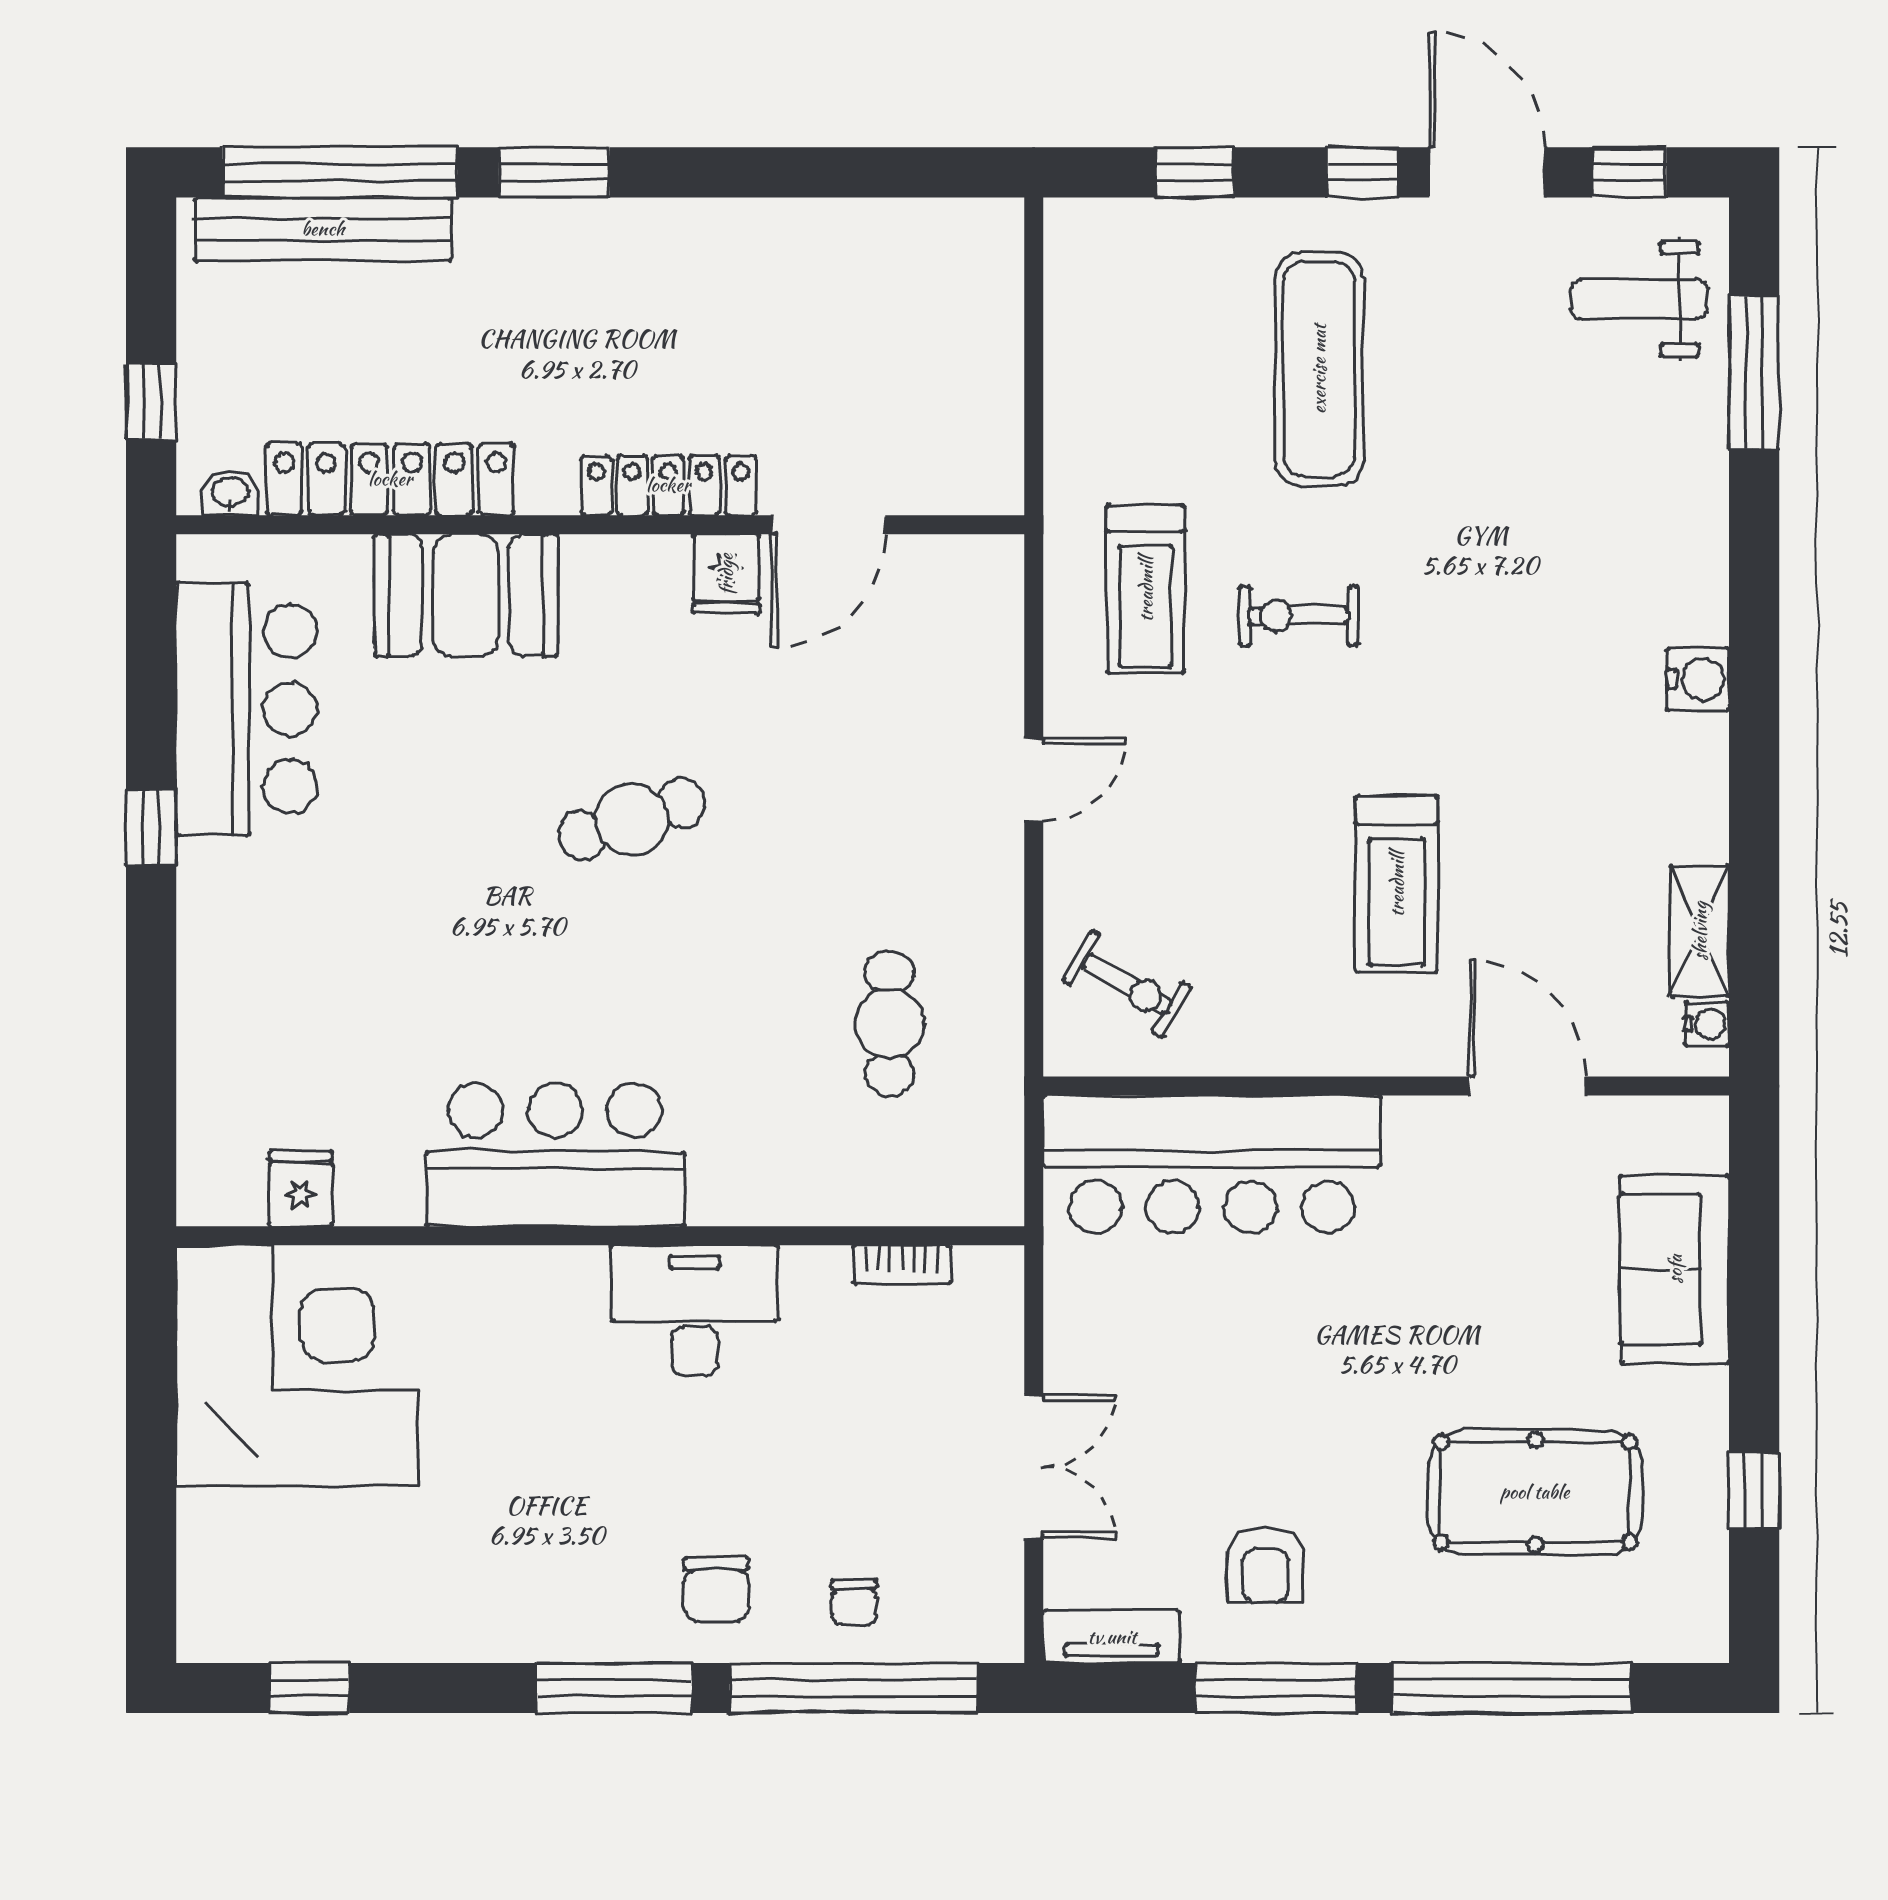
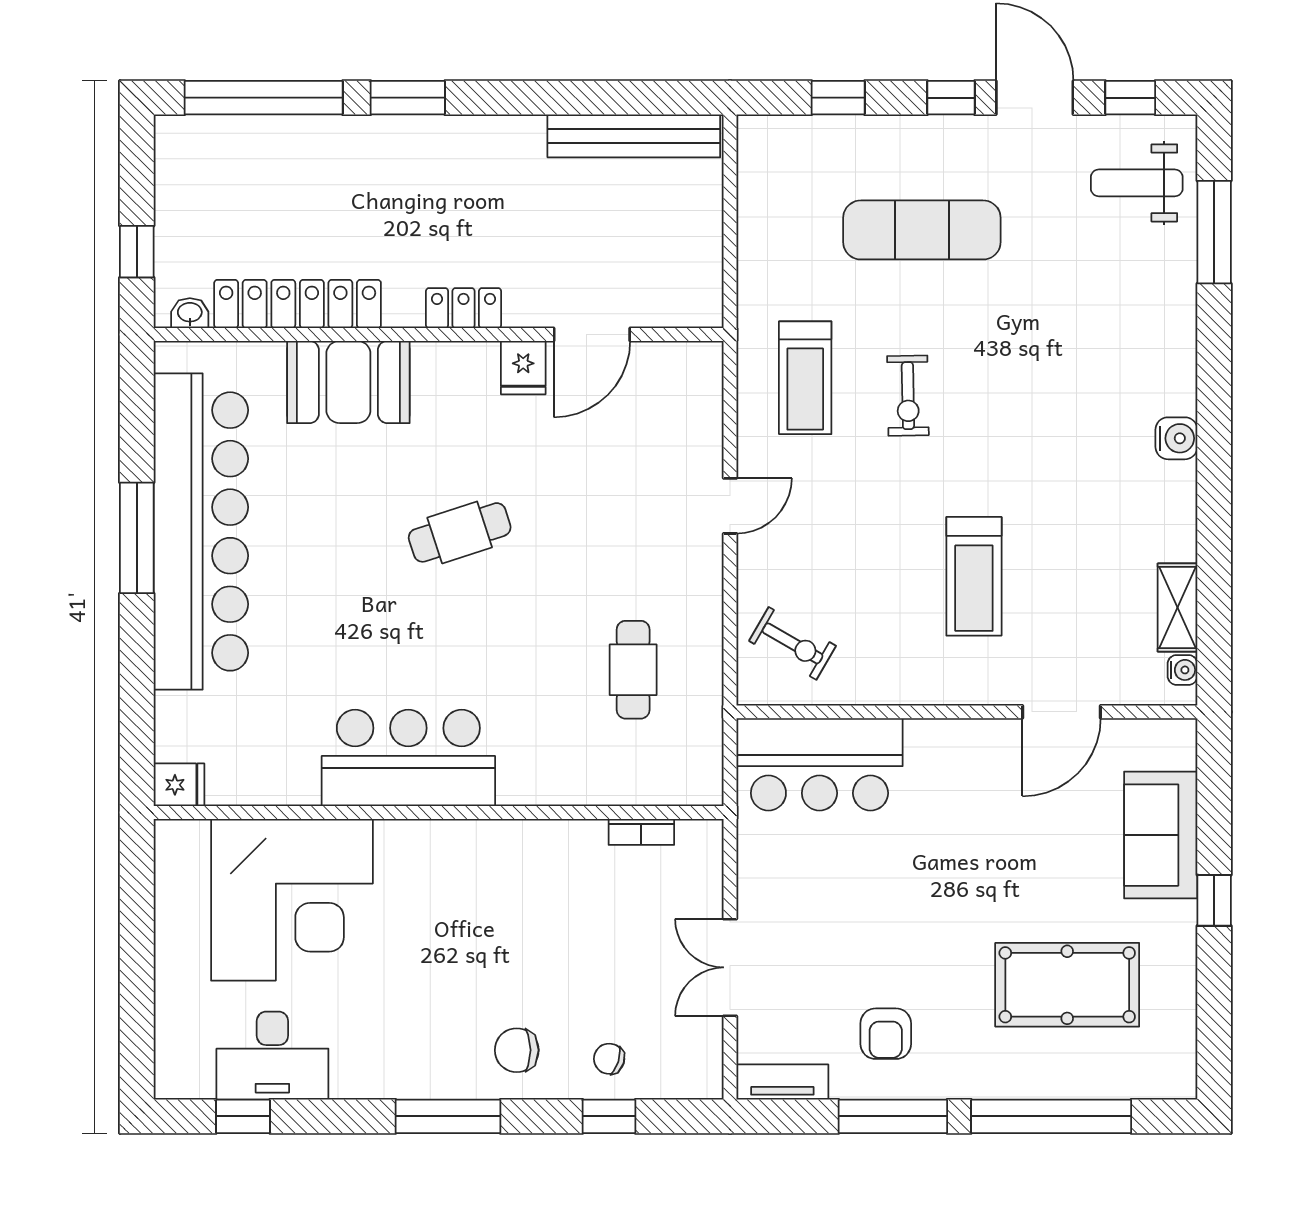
bench: (323, 229) -> (634, 136), moved
exercise mat: (1319, 369) -> (922, 230), turned 90
locker: (668, 485) -> (464, 308), width x0.66
exercise bike: (1298, 616) -> (908, 396), turned -91
bar counter: (246, 709) -> (201, 531), width x1.86
window: (151, 827) -> (137, 538), width x2.17
door: (1527, 1086) -> (1062, 712), swing flipped
bar counter: (1212, 1164) -> (819, 764), width x0.73
fridge: (301, 1189) -> (179, 785), moved, turned 90
desk: (695, 1311) -> (272, 1056), moved, turned 180
corner desk: (297, 1366) -> (292, 900), moved, turned 90
double door: (1034, 1466) -> (730, 967), swing flipped
window: (1754, 1491) -> (1214, 900), moved
chair: (716, 1589) -> (517, 1050), turned 90
chair: (854, 1602) -> (609, 1059), turned 108
window: (854, 1688) -> (609, 1116), width x0.32

